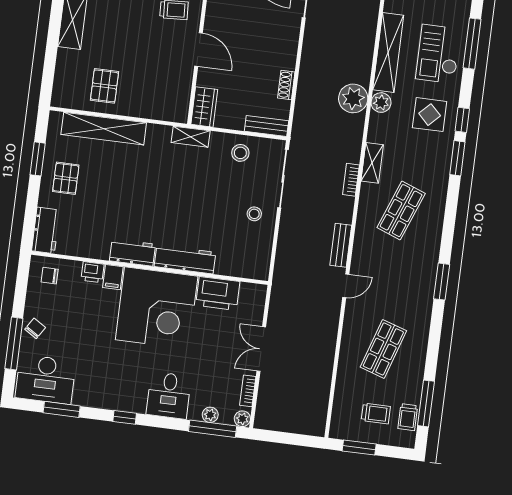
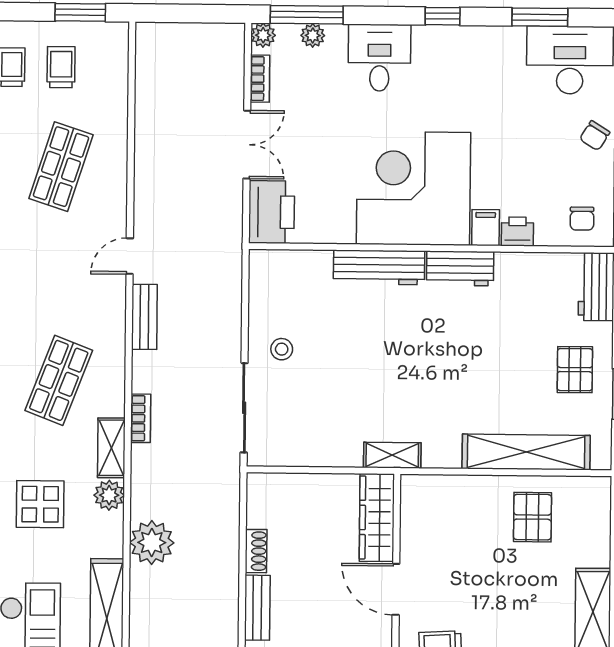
plant: (381, 103) -> (109, 495), moved
wardrobe: (204, 107) -> (377, 518), width x1.50
display table: (430, 115) -> (40, 504), moved
bench: (267, 126) -> (257, 608), moved, turned 90
stool: (240, 153) -> (314, 439), removed
chair: (50, 276) -> (582, 219), turned 90
printer: (218, 293) -> (272, 212), moved, turned 90
trolley: (376, 413) -> (61, 67), turned 90

